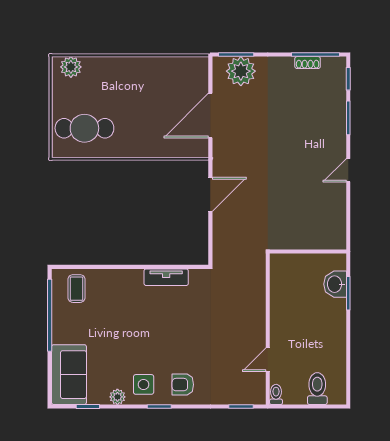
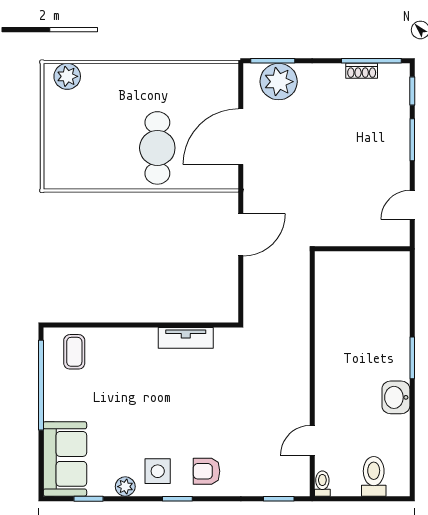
cafe table: (84, 128) -> (157, 148), moved, turned 90
wall: (308, 252) -> (362, 249), moved
washbasin: (335, 284) -> (396, 397), moved

